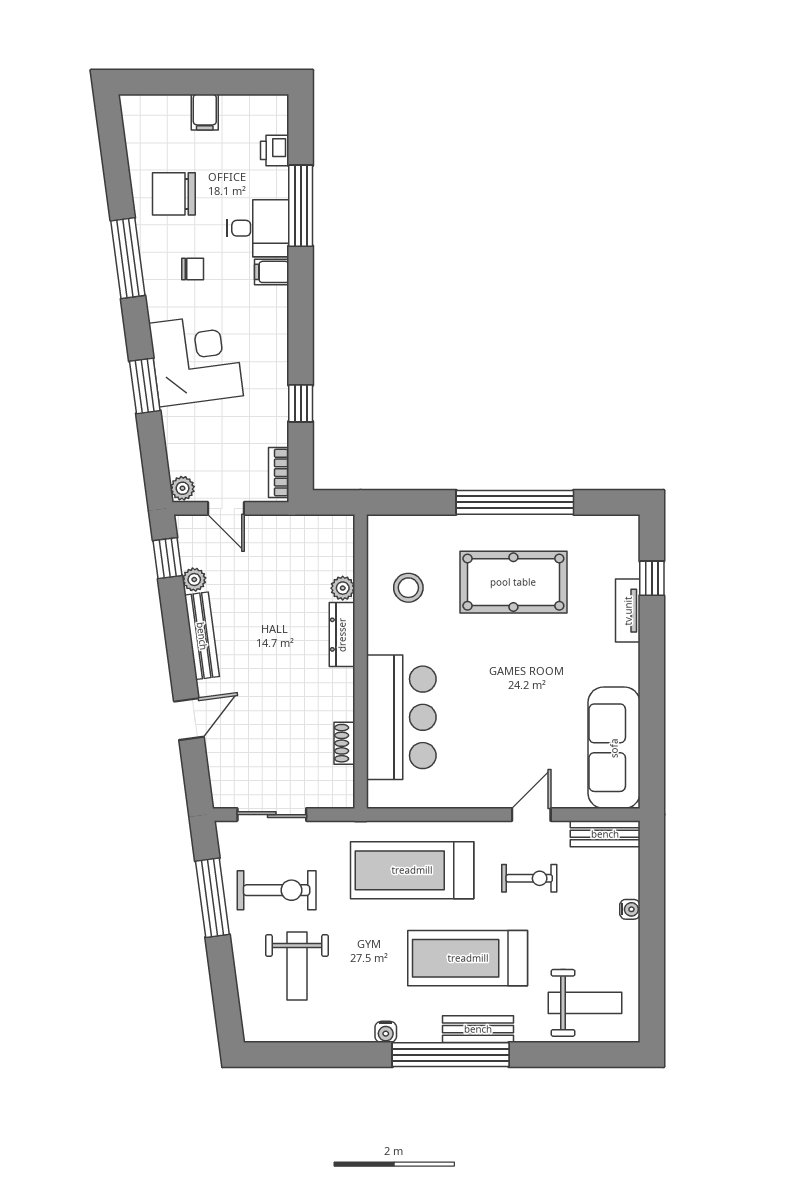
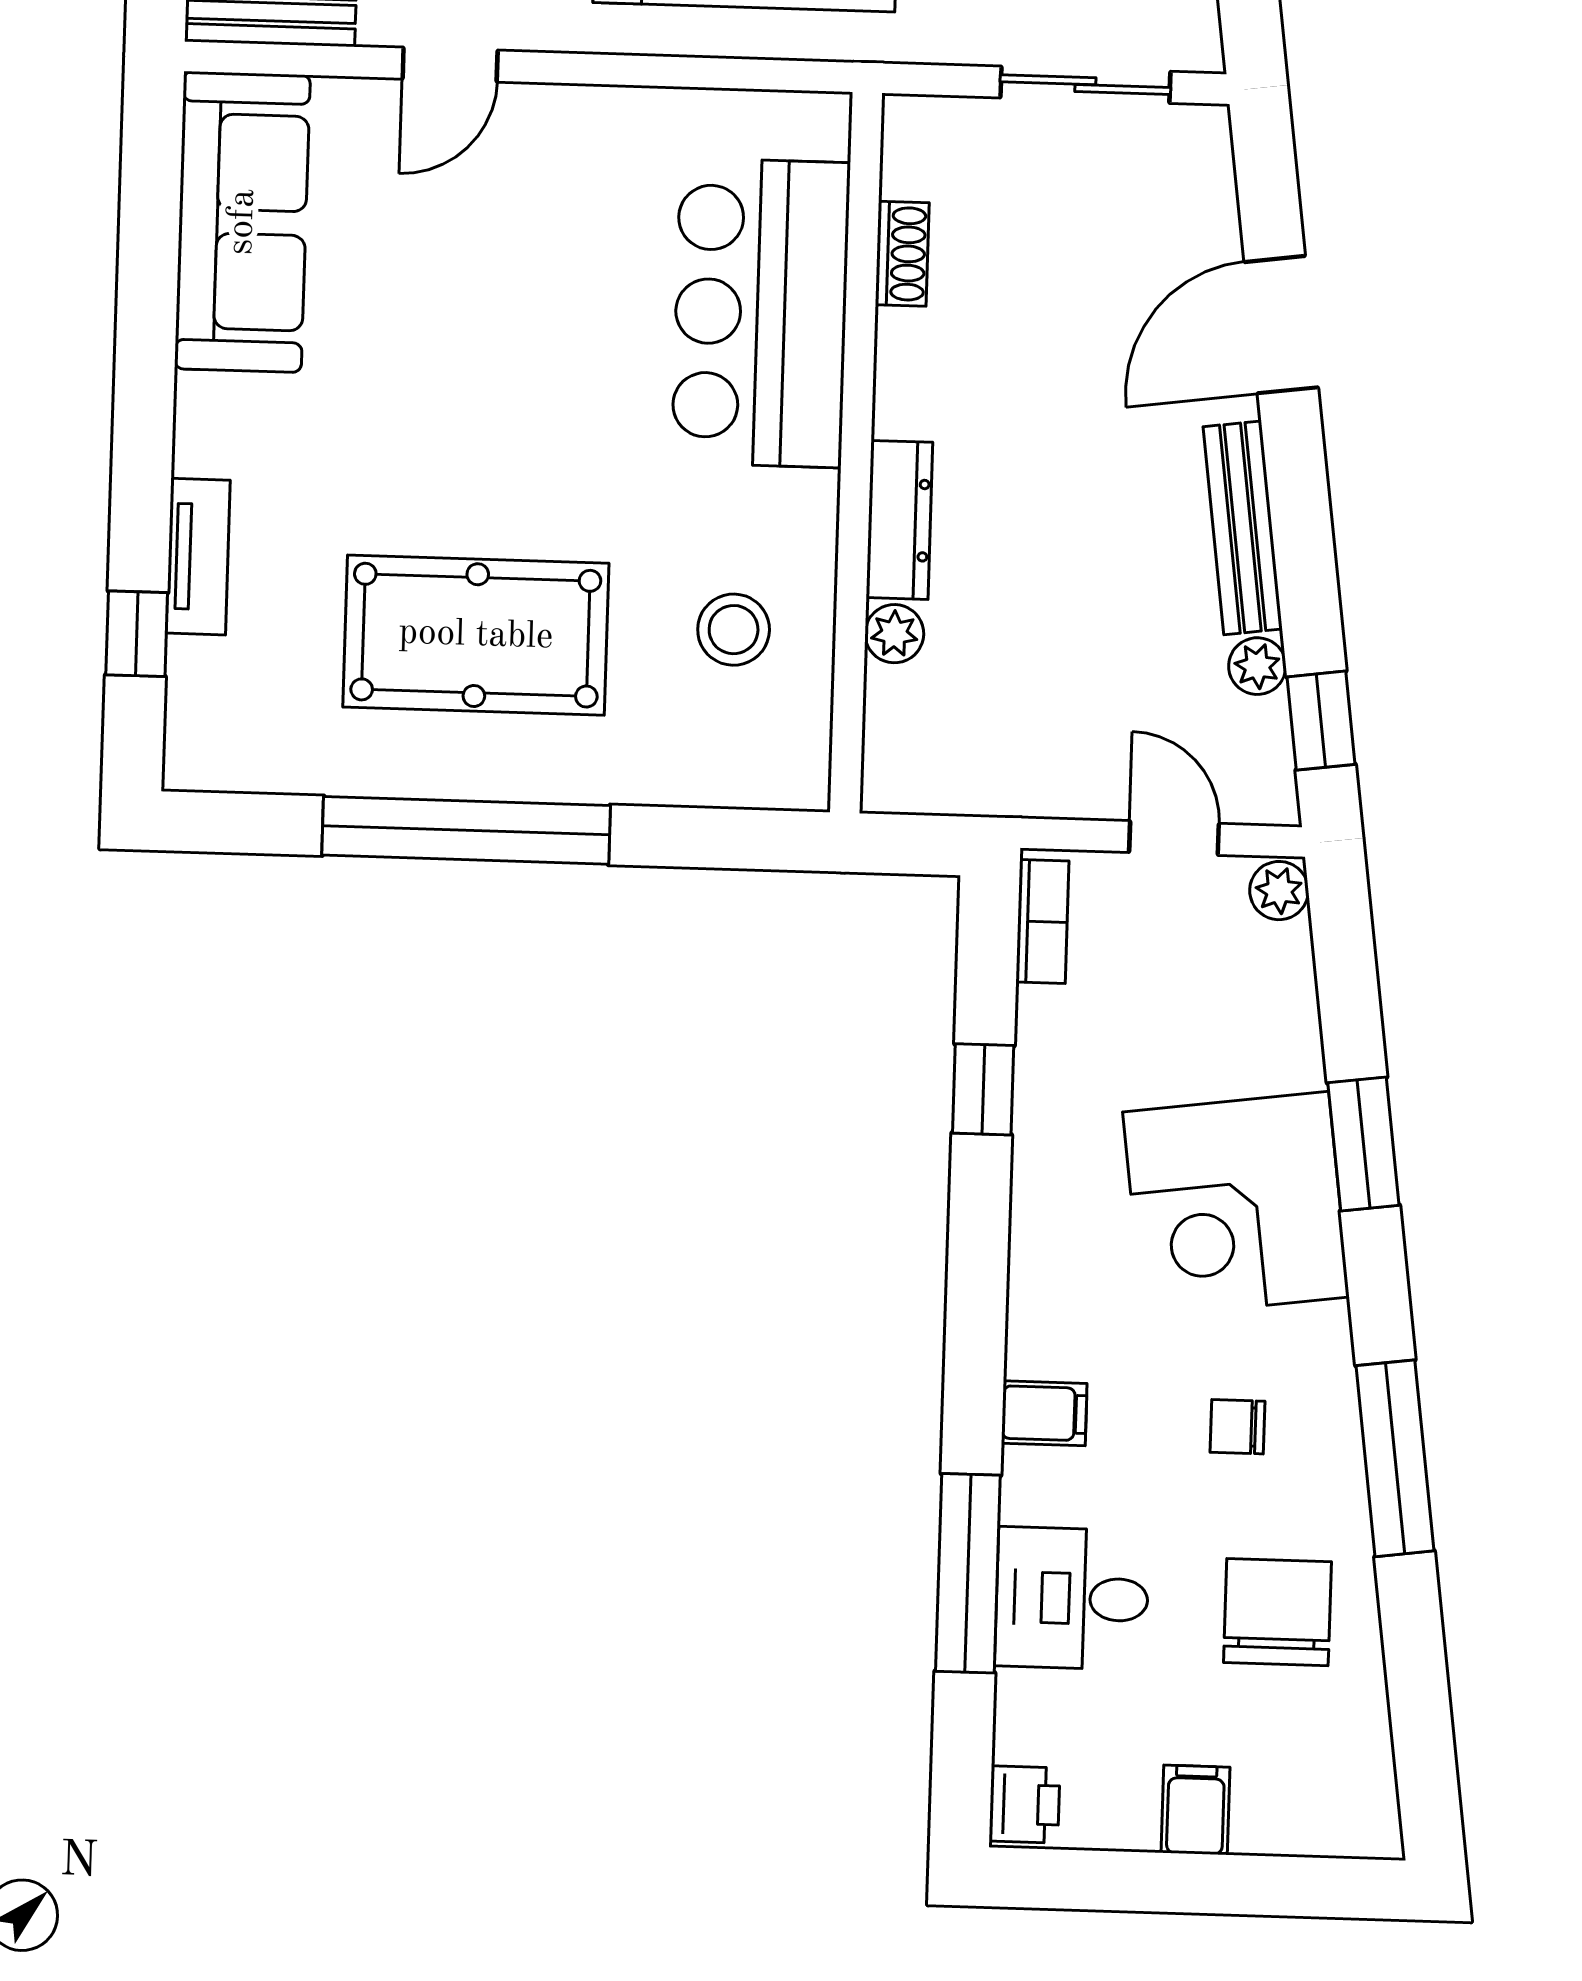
printer: (275, 150) -> (1024, 1804), moved
chair: (174, 194) -> (1277, 1612), turned -90
desk: (258, 228) -> (1072, 1598), moved
door: (189, 719) -> (1281, 325), width x1.38

